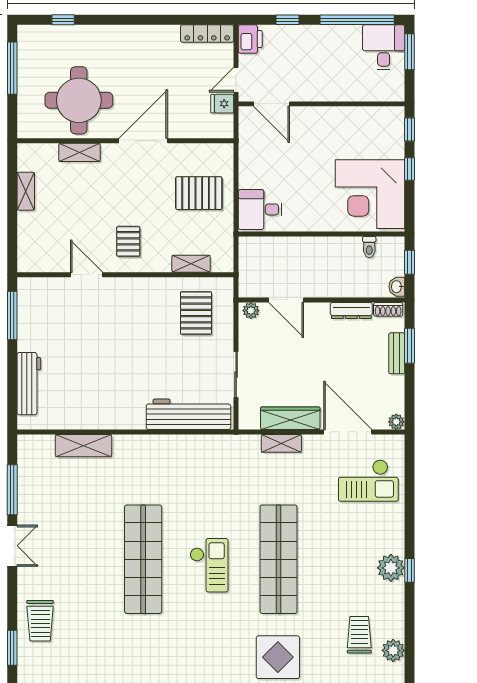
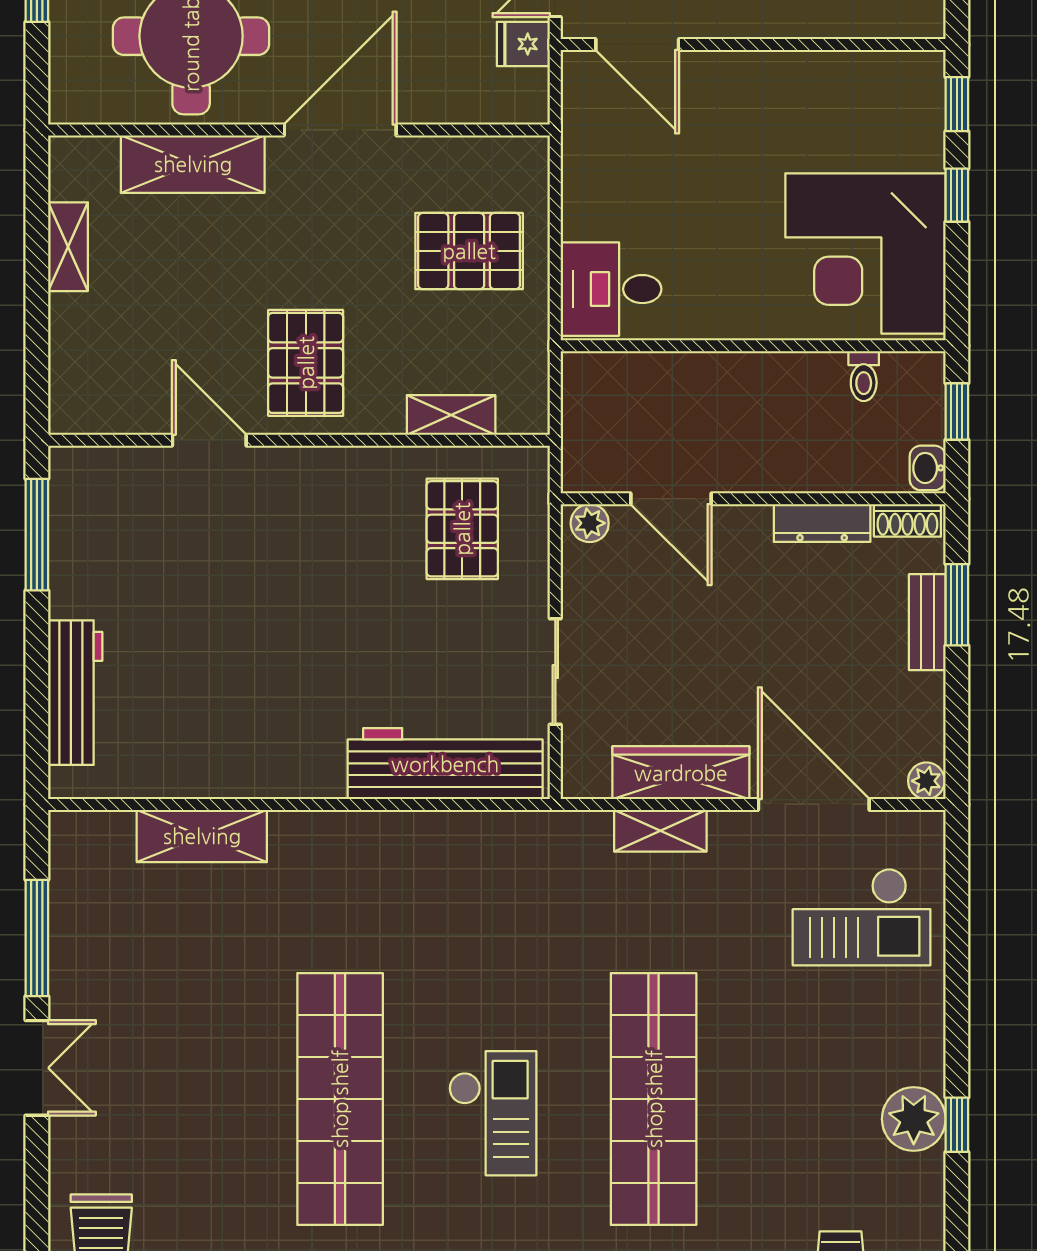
shelving: (80, 152) -> (193, 164), width x1.50, depth x1.33
pallet: (128, 241) -> (306, 363), width x1.50, depth x1.42

